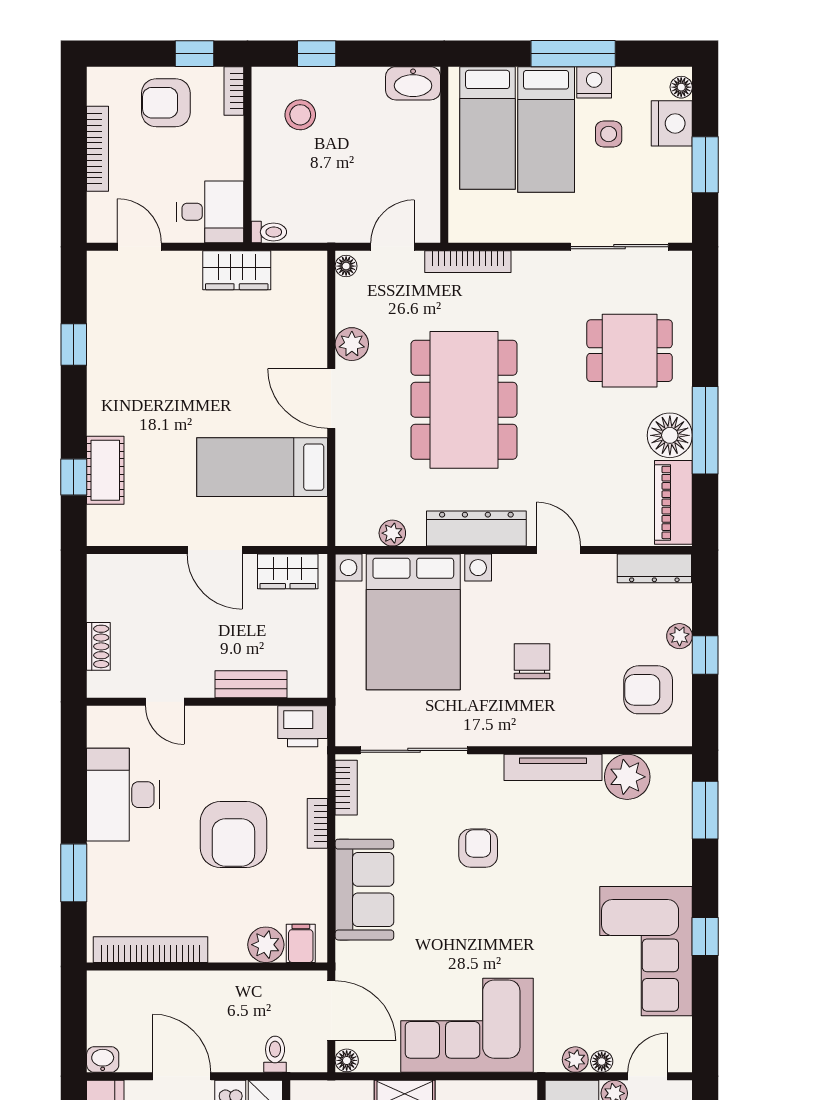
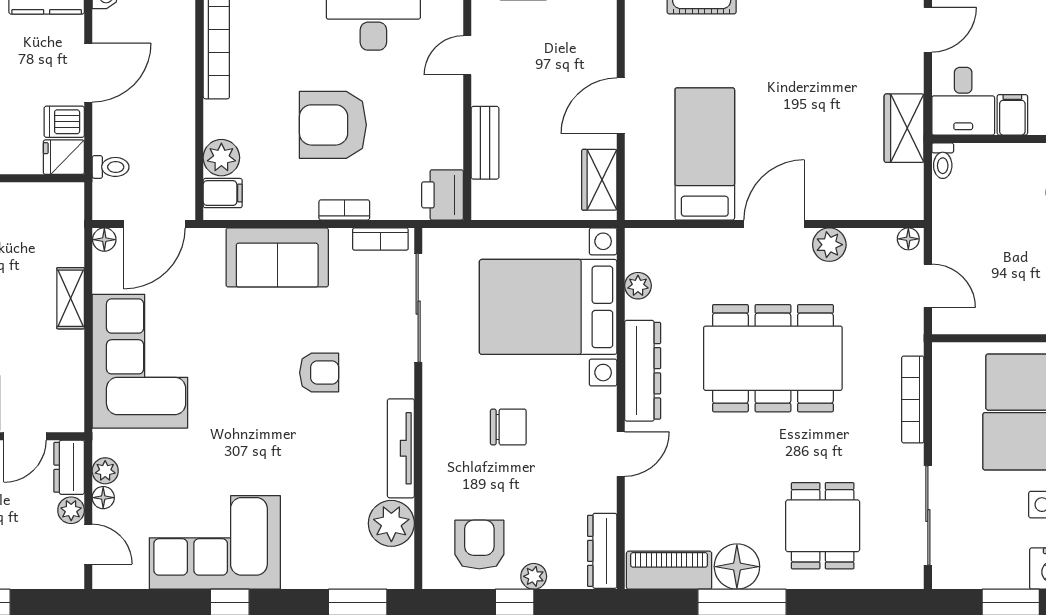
filing cabinet: (224, 163) -> (1012, 115), added
bookcase: (468, 262) -> (913, 399), moved

